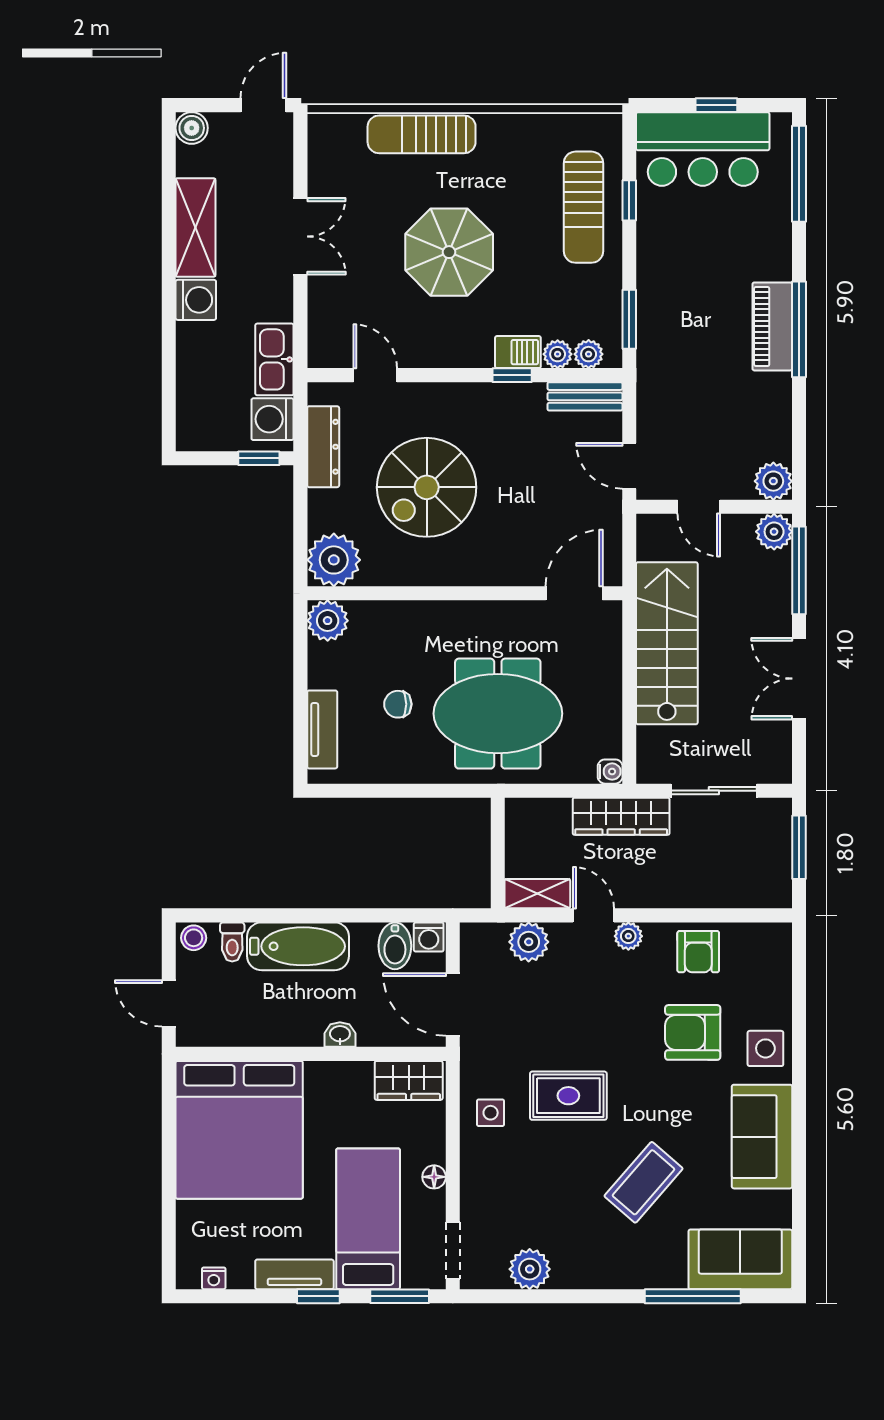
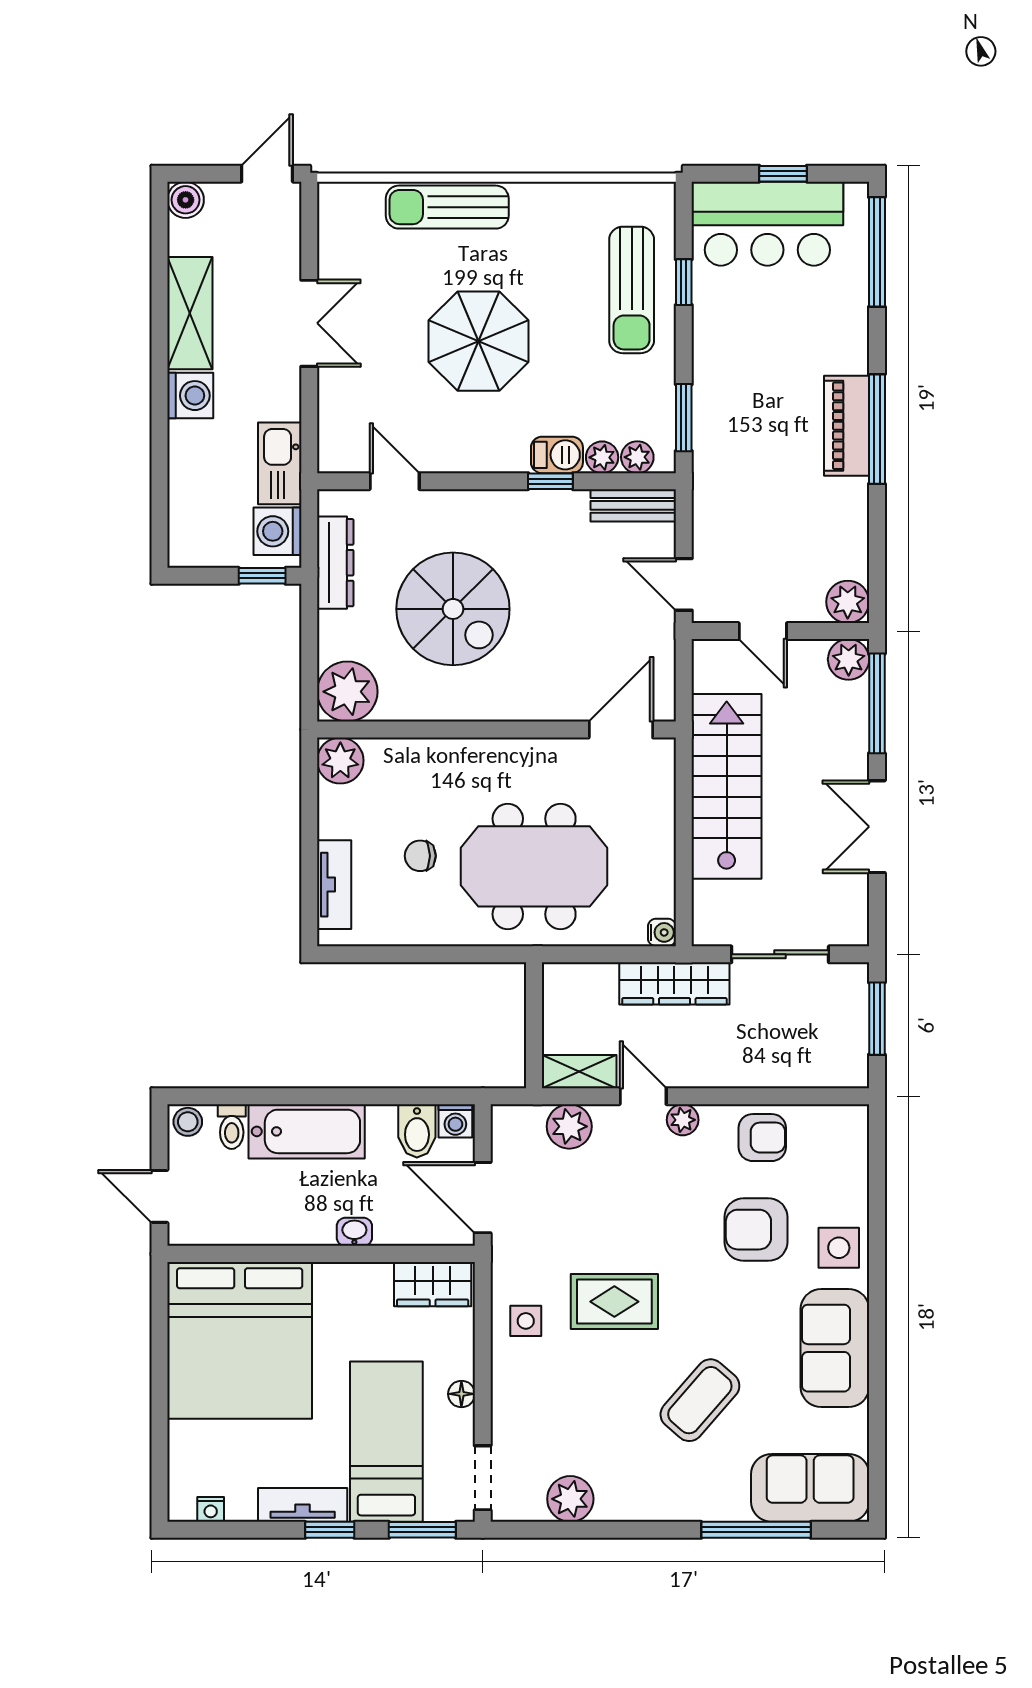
spiral stairs: (427, 487) -> (453, 609), turned -90
armchair: (698, 952) -> (762, 1138), turned -90

